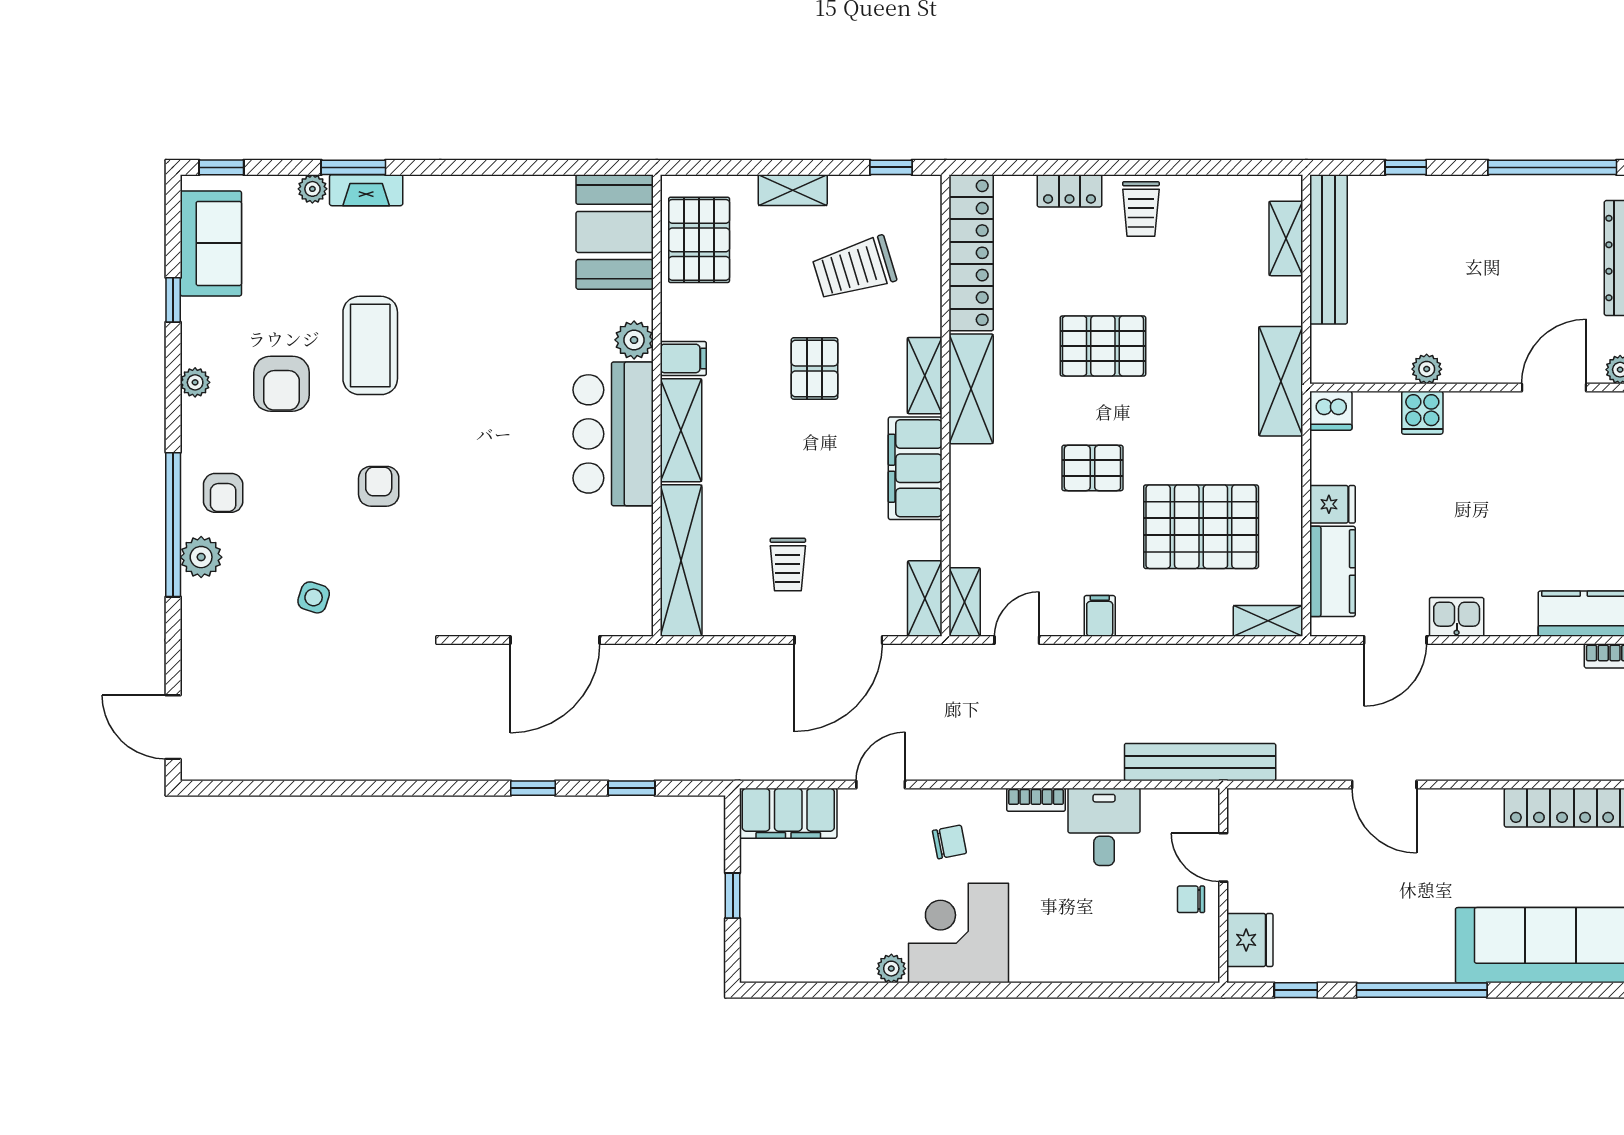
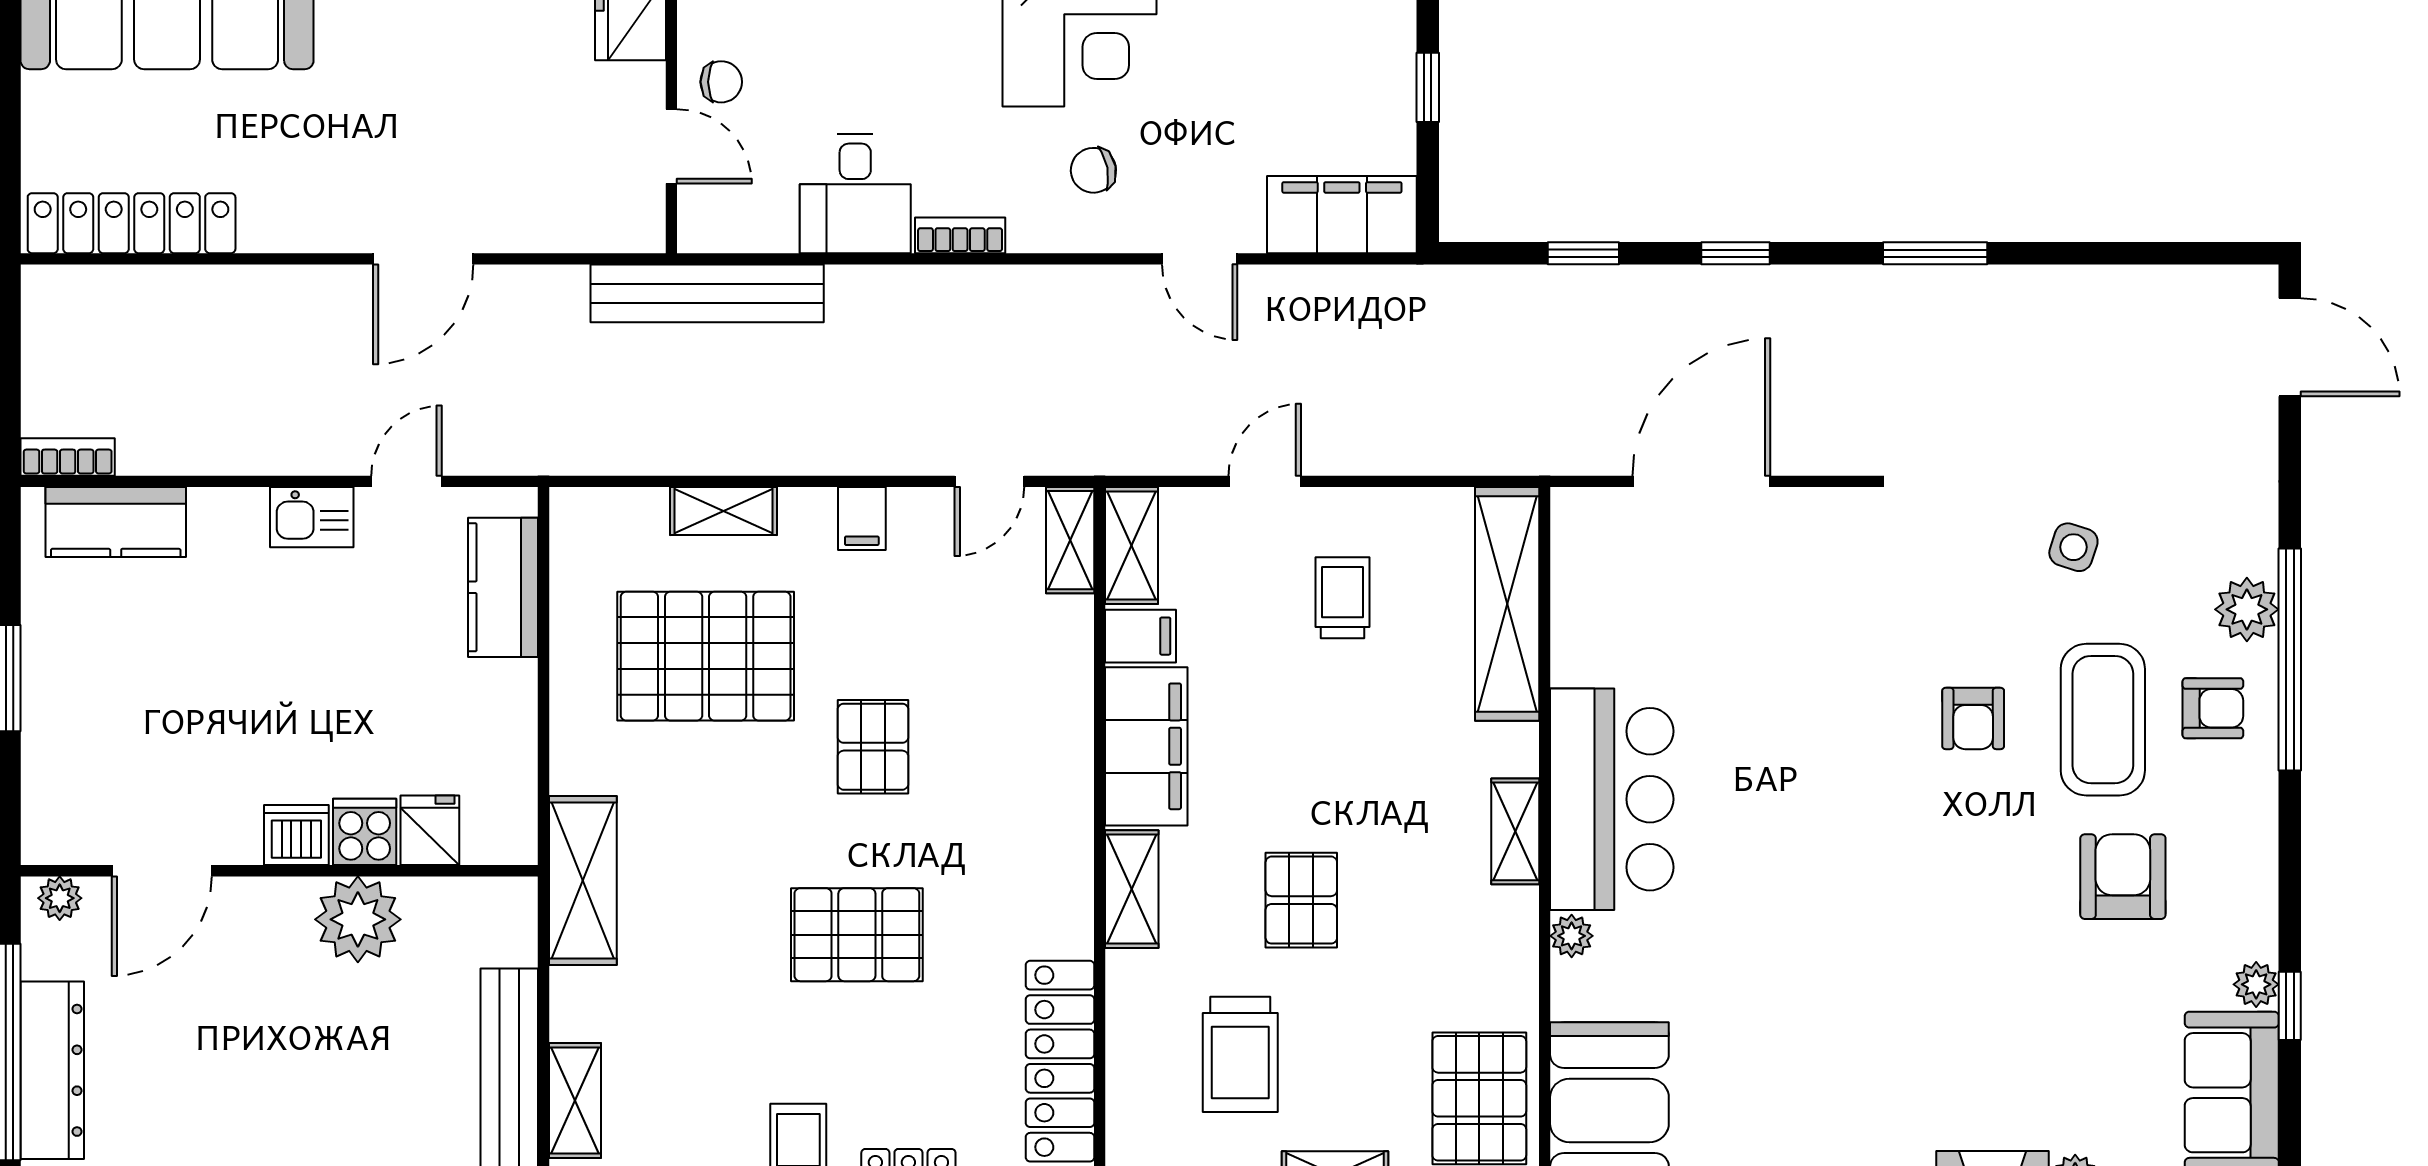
trolley: (854, 268) -> (1240, 1054), turned 107
plant: (634, 340) -> (1572, 936), width x0.73, depth x0.73
coffee table: (370, 345) -> (2103, 720), moved
filing cabinet: (683, 358) -> (1141, 636), moved, turned 180
plant: (1427, 369) -> (358, 919), width x1.87, depth x1.87
plant: (195, 382) -> (2256, 984), moved
shelving: (971, 389) -> (1060, 869), removed
dishwasher: (1331, 411) -> (296, 835), moved
shelving: (681, 430) -> (1515, 831), width x0.67, depth x0.75
pallet: (1092, 468) -> (873, 747), turned 90
armchair: (223, 493) -> (2213, 708), turned 90
fridge: (1333, 504) -> (430, 830), moved, turned 90
shelving: (1268, 621) -> (723, 511), moved
door: (838, 640) -> (1265, 481), width x0.53
door: (1395, 640) -> (407, 481), width x0.73
door: (881, 784) -> (1200, 259), hinge flipped
door: (1384, 784) -> (423, 259), swing flipped
window: (403, 788) -> (1935, 253), added

